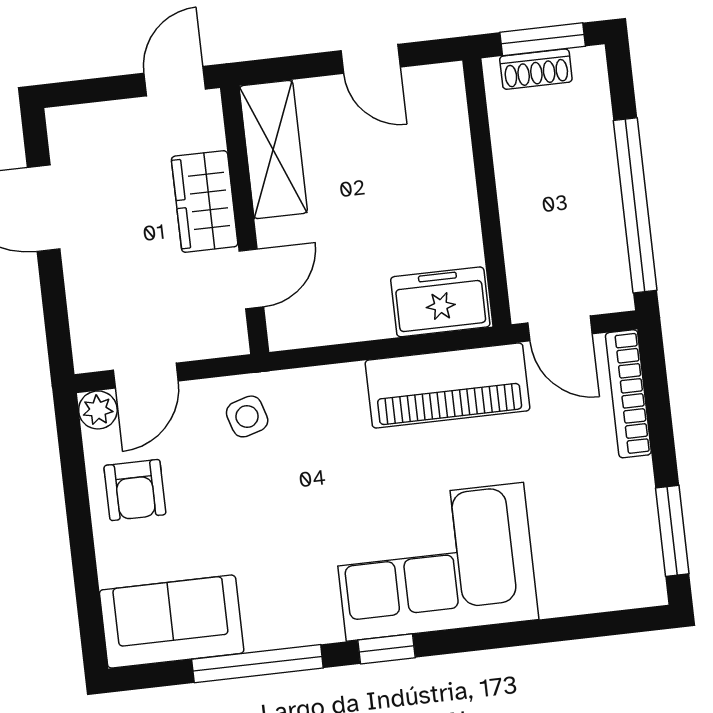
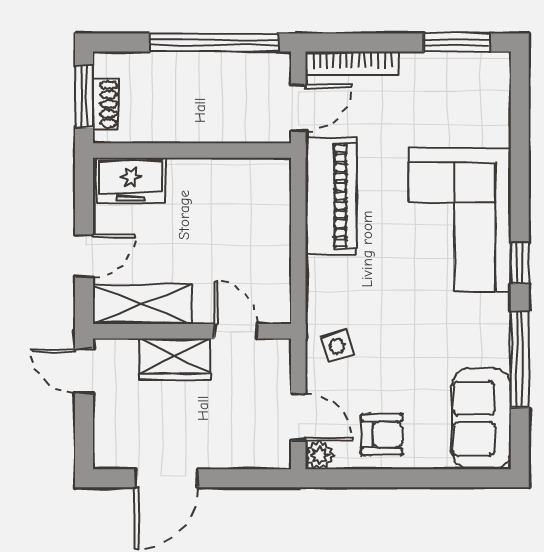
door: (371, 59) -> (84, 256), moved
freezer: (440, 302) -> (131, 180), moved, turned -90

